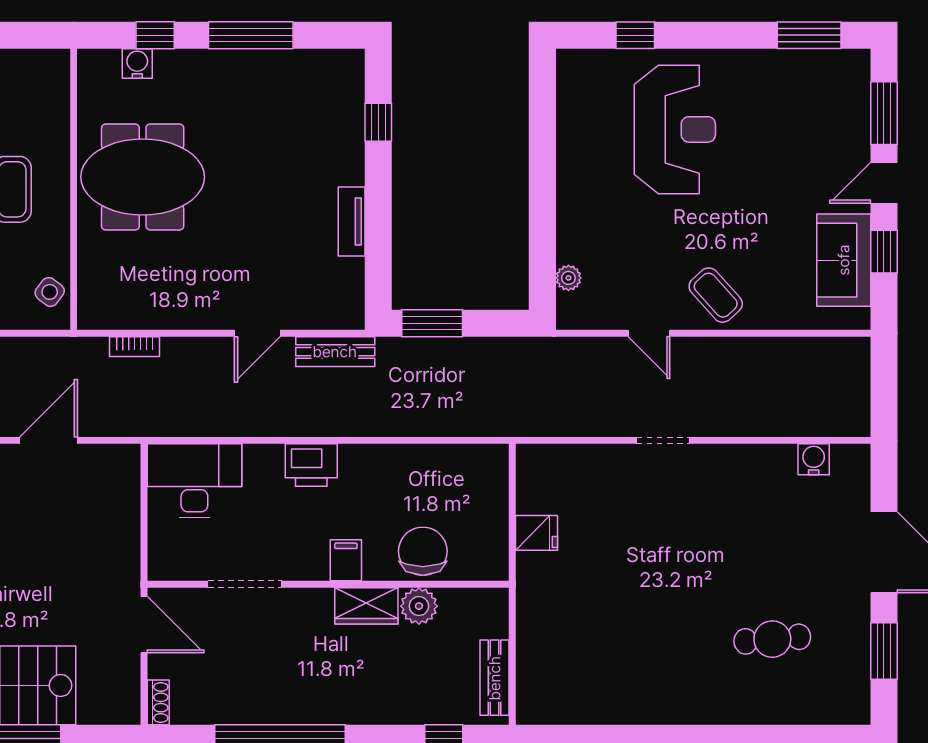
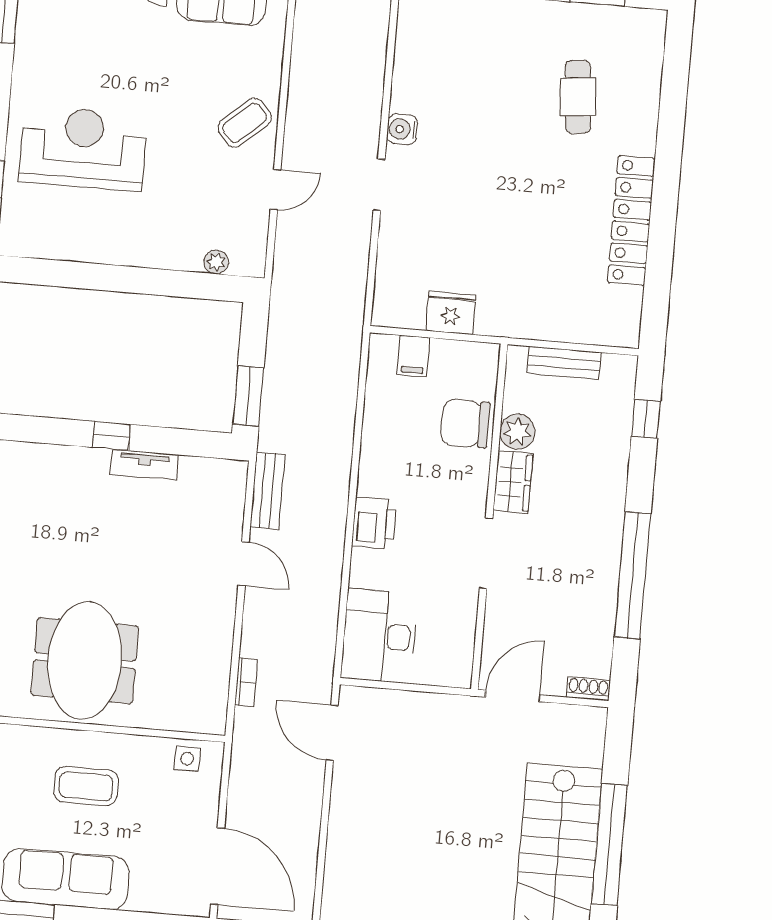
window: (378, 122) -> (111, 436), moved
side table: (50, 292) -> (187, 759), turned -37
door: (49, 440) -> (332, 733), moved
water cooler: (814, 459) -> (402, 129), moved
fridge: (537, 533) -> (451, 313), width x1.38
filing cabinet: (346, 560) -> (413, 356), moved, turned -90
doorway: (245, 584) -> (486, 553), moved
bench: (495, 678) -> (564, 363), moved
locker: (648, 706) -> (631, 221), added

